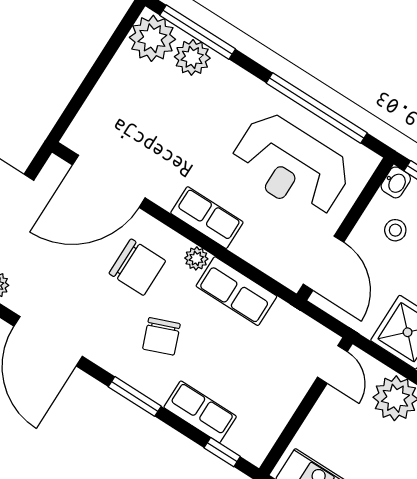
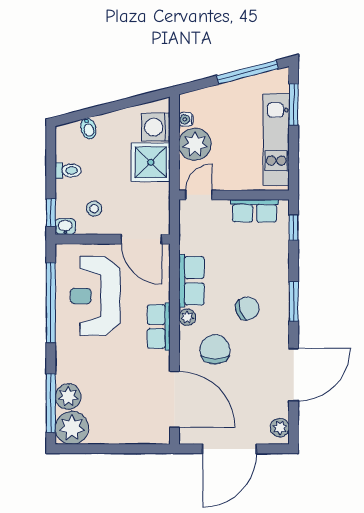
reception desk: (291, 165) -> (95, 296), turned 180
door: (323, 263) -> (141, 239), swing flipped
row of seats: (200, 412) -> (255, 211), moved, turned -90

